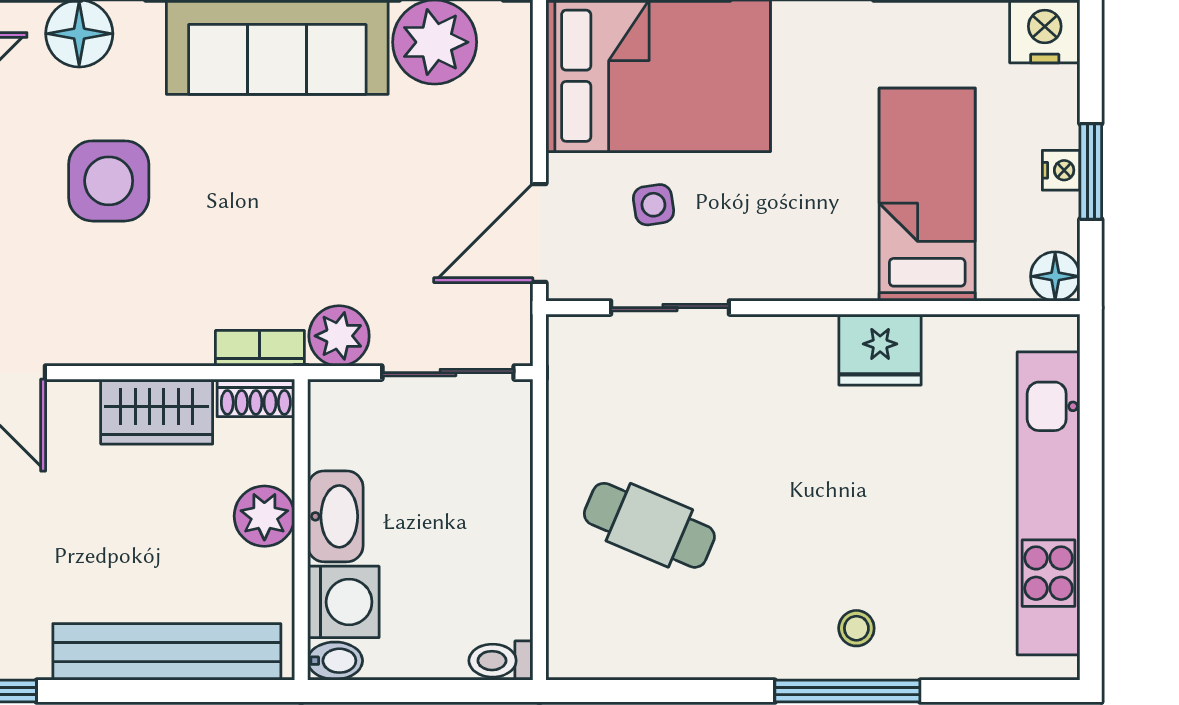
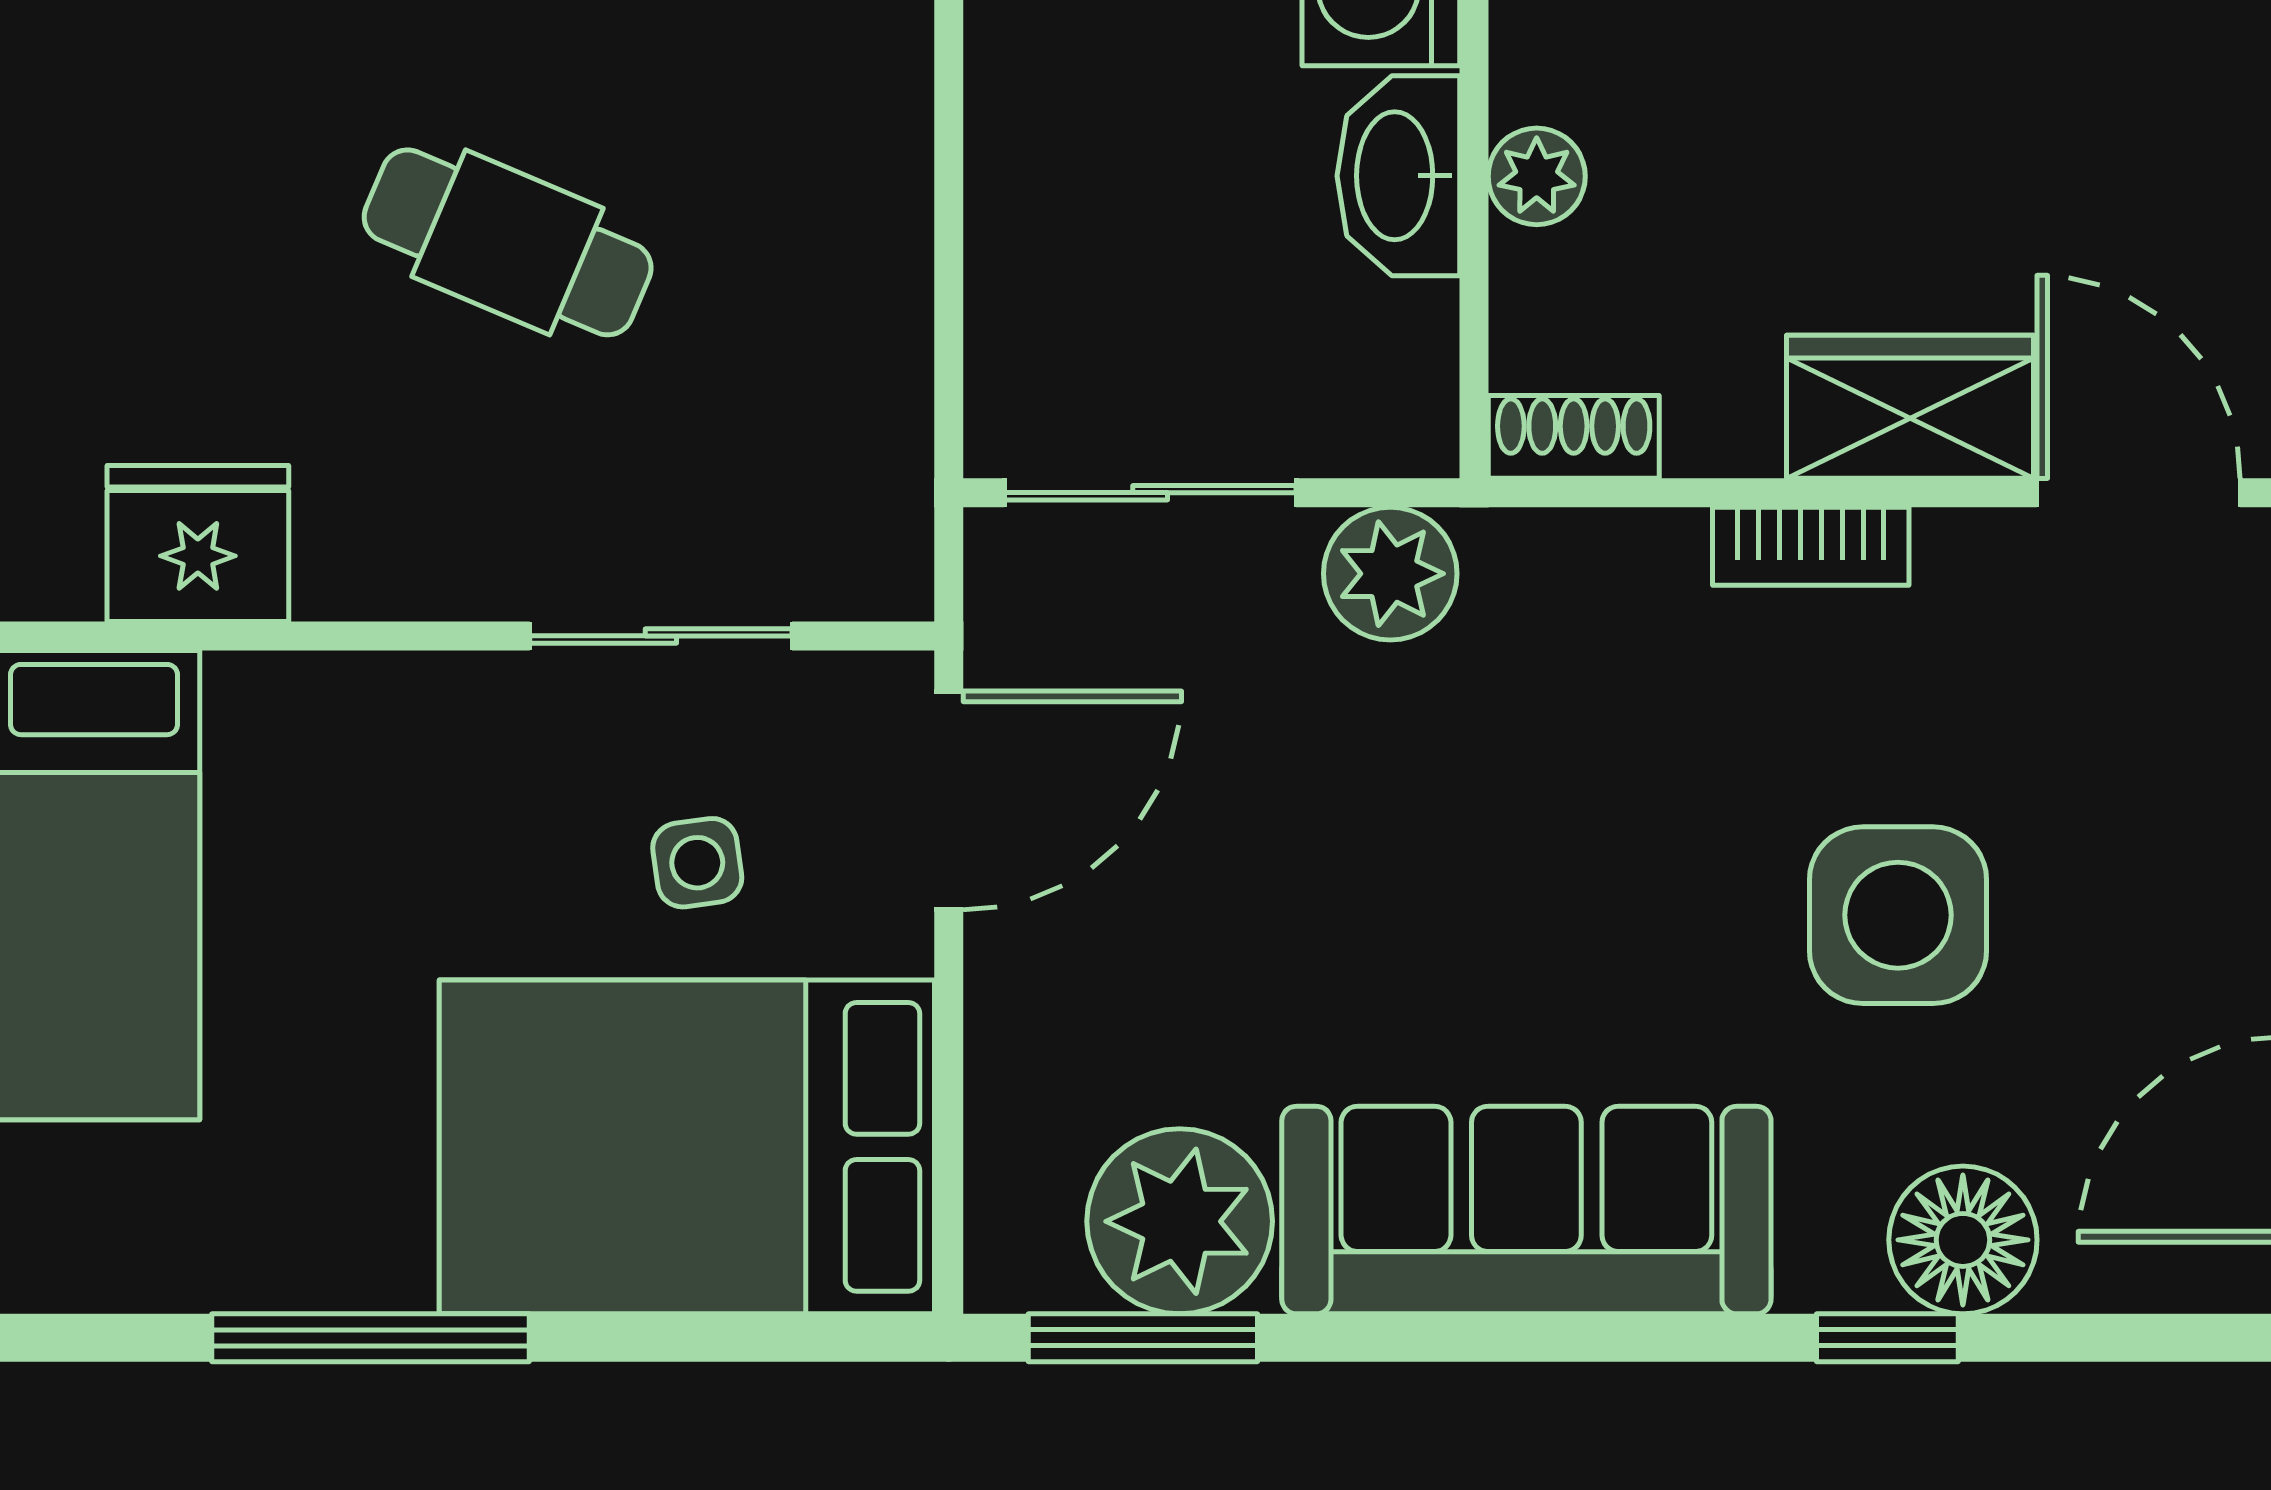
bookcase: (260, 348) -> (1811, 546), moved
wardrobe: (157, 412) -> (1910, 407), moved
plant: (264, 516) -> (1537, 176), width x0.73, depth x0.73
cafe table: (649, 525) -> (508, 242), moved

